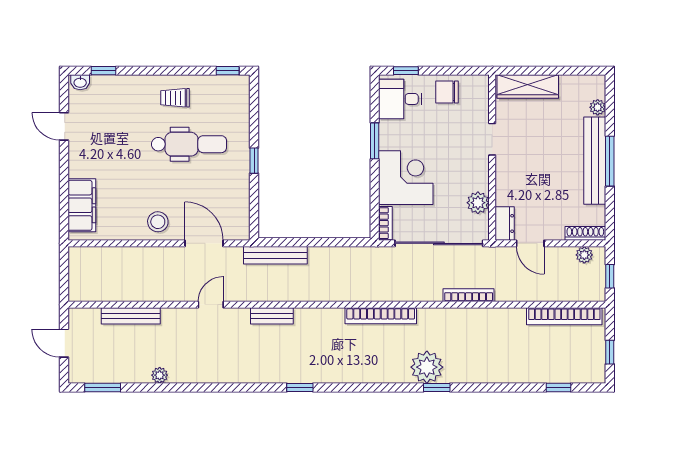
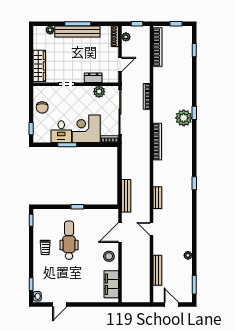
desk: (400, 99) -> (61, 132), moved
filing cabinet: (82, 205) -> (111, 284), moved, turned -90
dresser: (505, 223) -> (93, 78), moved
door: (64, 343) -> (171, 305), swing flipped

